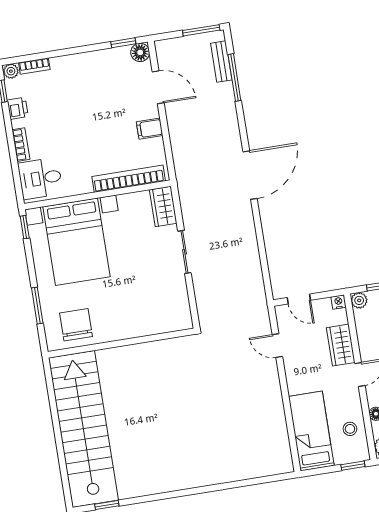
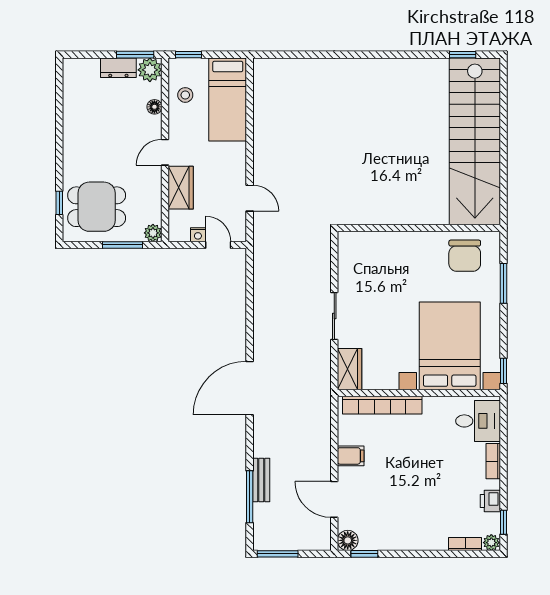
bench: (221, 62) -> (261, 480), moved
nightstand: (339, 302) -> (198, 235), moved

